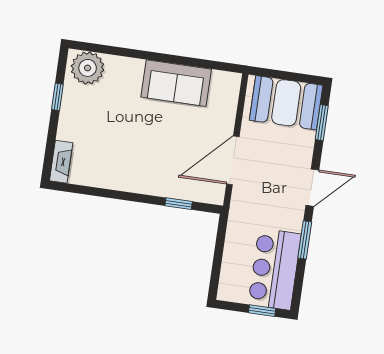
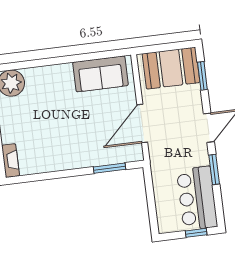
sofa: (176, 83) -> (100, 74), moved
window: (179, 204) -> (110, 168), width x1.50

